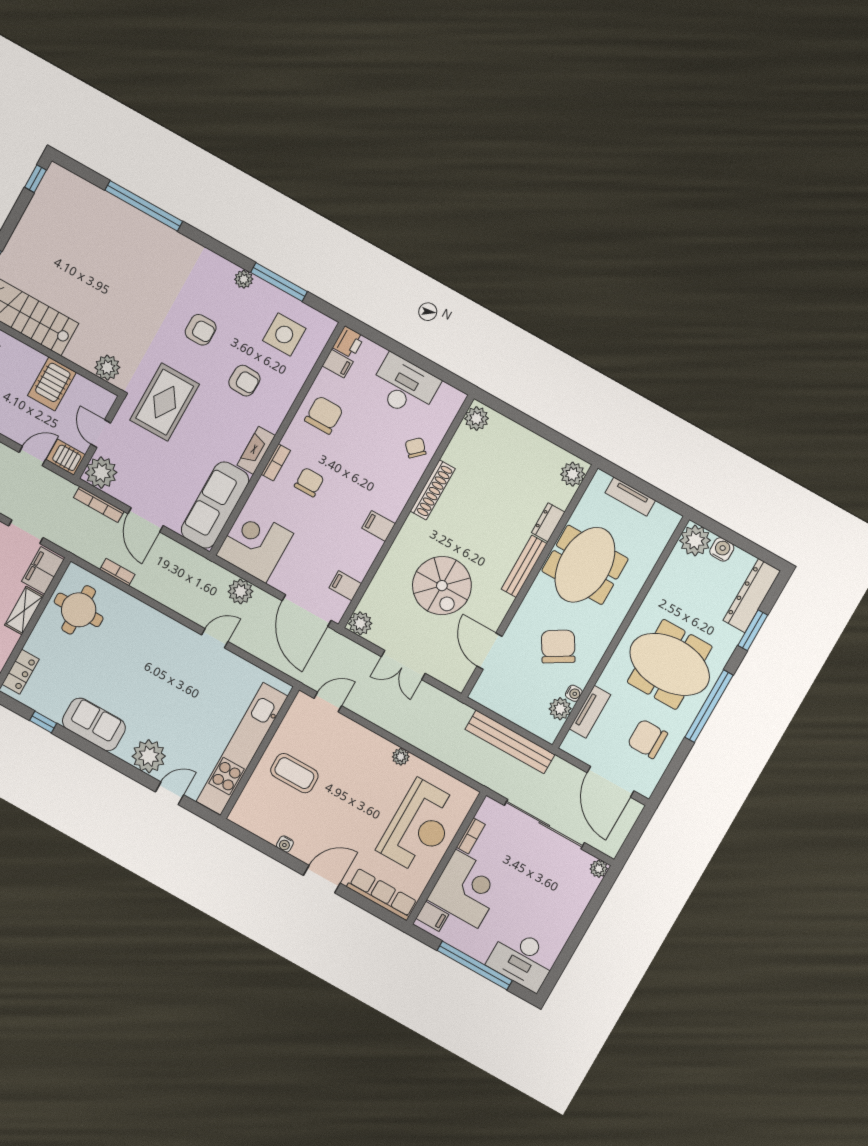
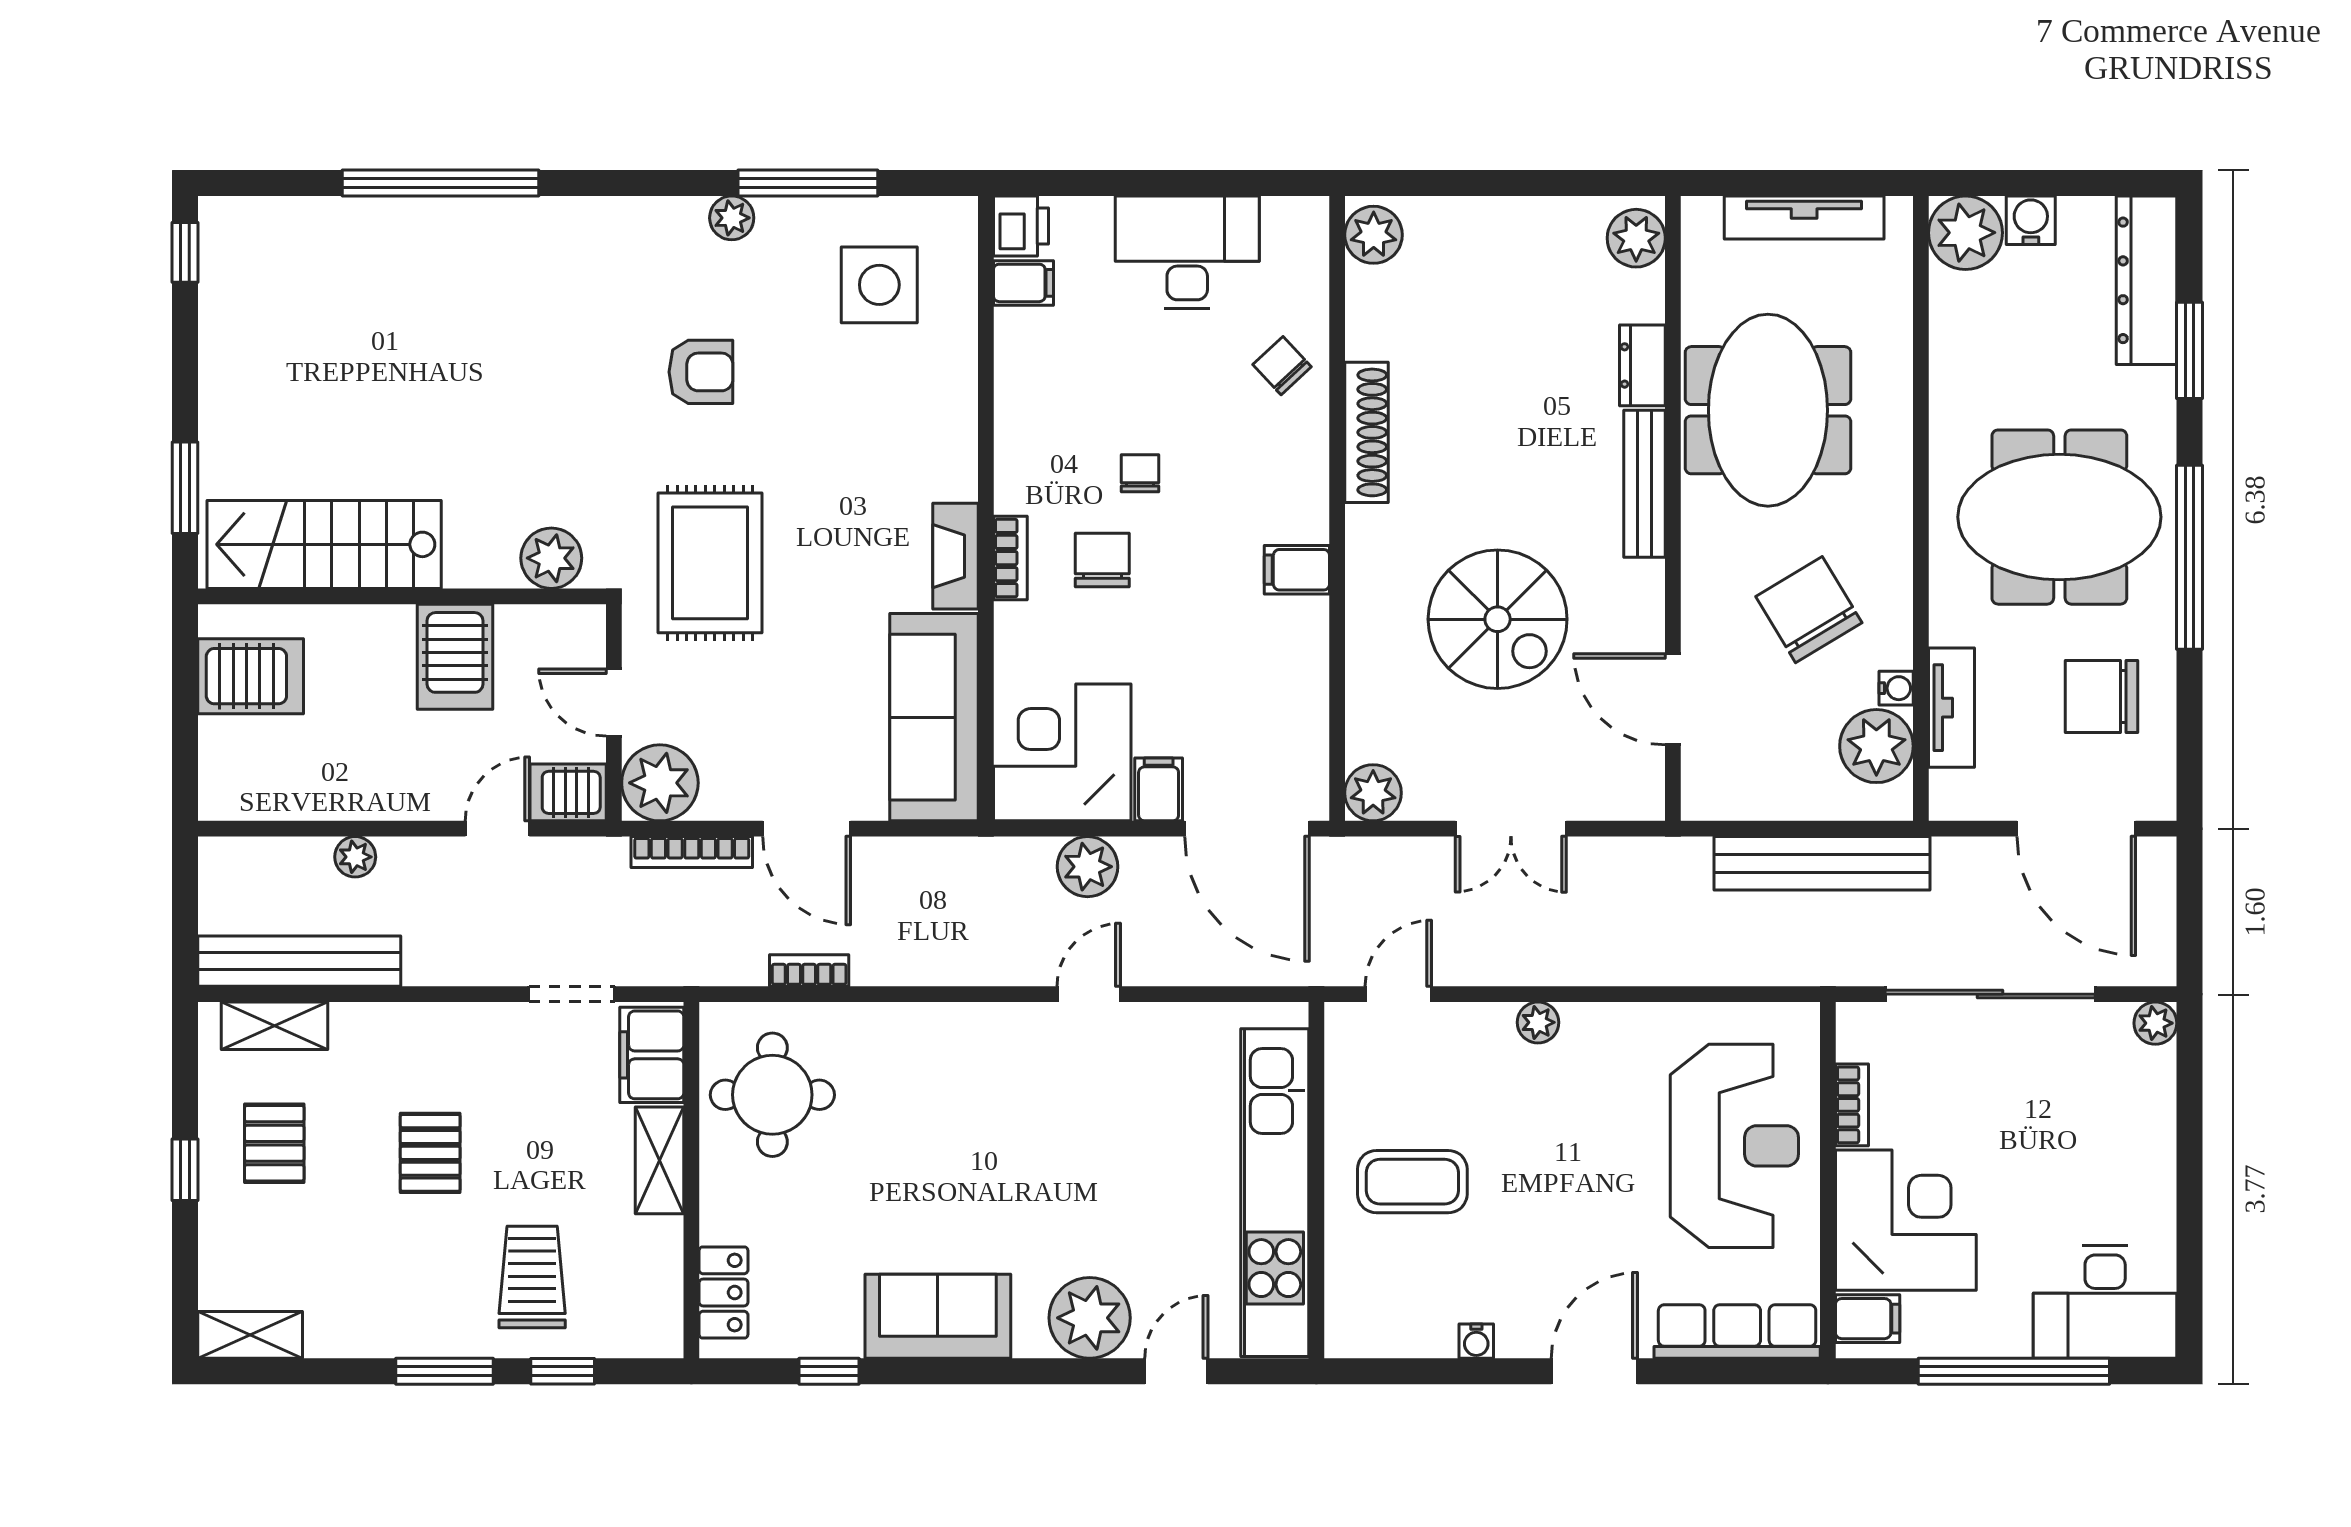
armchair: (244, 381) -> (850, 426), removed
chair: (324, 415) -> (1140, 473), moved, width x0.54, depth x0.54
tv unit: (630, 497) -> (1804, 217), width x1.41
filing cabinet: (345, 586) -> (1159, 789), moved, turned 90
plant: (560, 709) -> (1876, 746), width x1.36, depth x1.36
plant: (401, 757) -> (1538, 1022), moved

